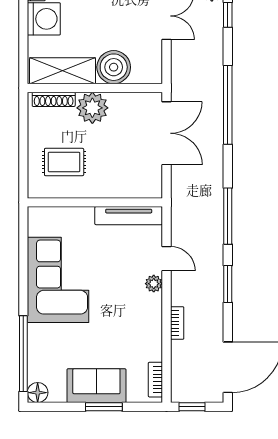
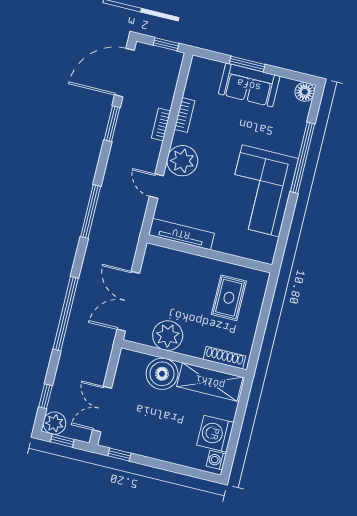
plant: (92, 108) -> (168, 336), moved
rug: (64, 162) -> (229, 298), turned 90
plant: (154, 284) -> (182, 161), width x1.87, depth x1.87
window: (228, 284) -> (112, 124), moved
window: (23, 354) -> (303, 158), moved
bookcase: (155, 380) -> (185, 115), moved

